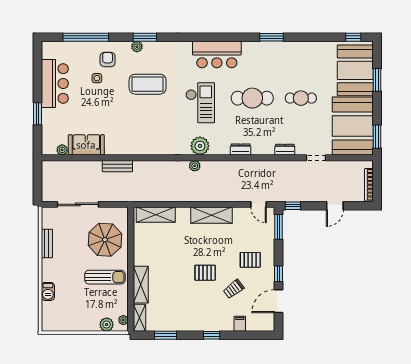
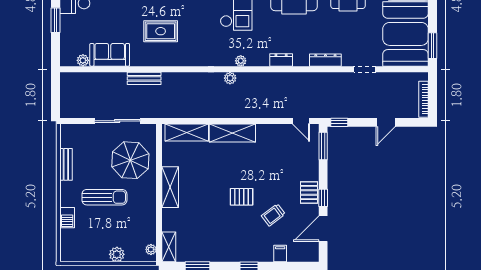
rug: (132, 124) -> (161, 31), added
plant: (200, 146) -> (241, 61), width x0.53, depth x0.53
dresser: (285, 150) -> (325, 60), width x1.44
sliding door: (78, 204) -> (117, 121), moved
shelving: (211, 215) -> (232, 133), moved
pallet: (250, 260) -> (309, 193), moved, turned 90
sun lounger: (105, 277) -> (104, 197), moved
shelving: (141, 285) -> (170, 187), moved
plant: (107, 325) -> (117, 254), moved

